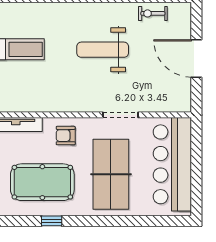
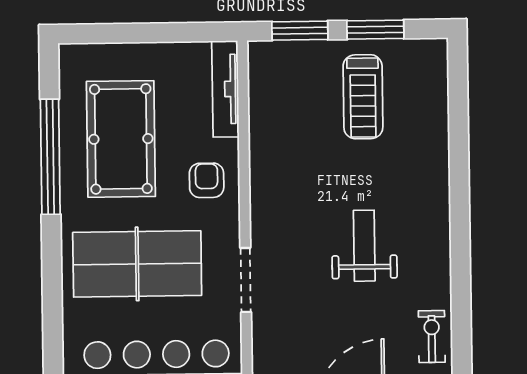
weight bench: (103, 50) -> (364, 246), width x0.73, depth x0.75
window: (52, 221) -> (50, 157), width x3.17

